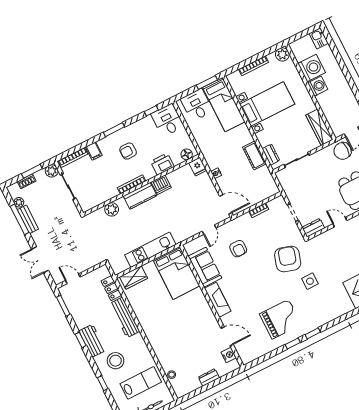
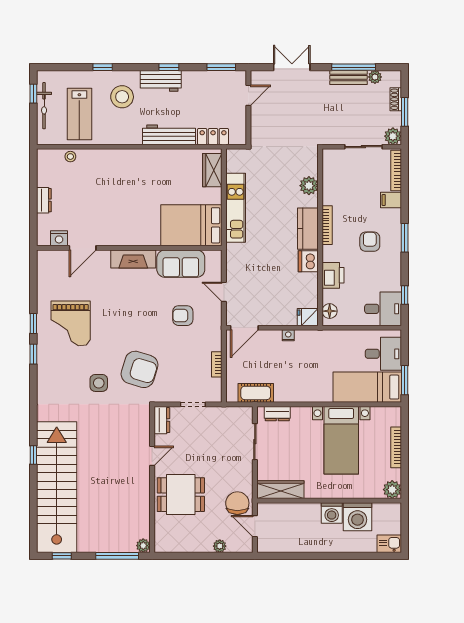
cot: (254, 156) -> (256, 393), moved

